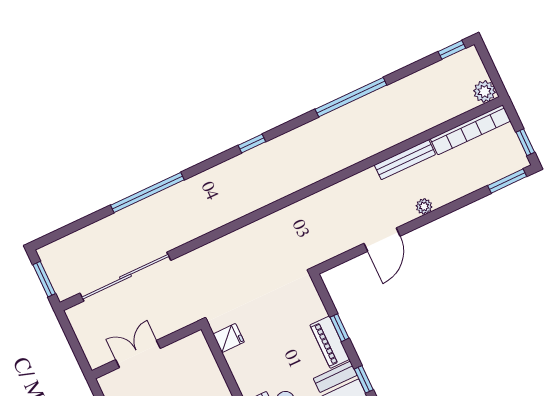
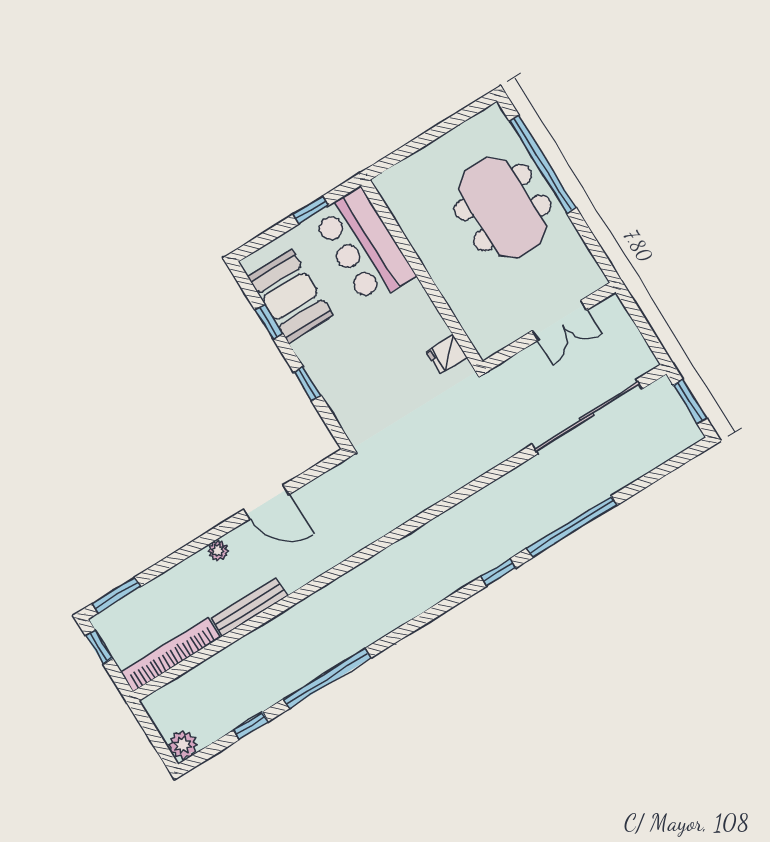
window: (452, 50) -> (251, 726), moved
plant: (484, 91) -> (183, 745), moved
window: (252, 144) -> (498, 572), moved
door: (382, 240) -> (266, 502), swing flipped
piano: (330, 342) -> (318, 364), removed

